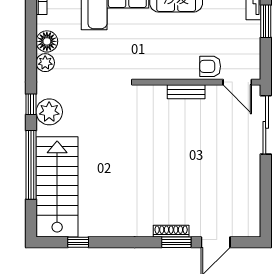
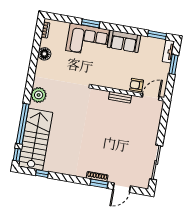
plant: (45, 63) -> (41, 66), removed
door: (237, 82) -> (151, 97), swing flipped
window: (31, 104) -> (17, 155), moved
sliding door: (266, 125) -> (156, 162), moved

